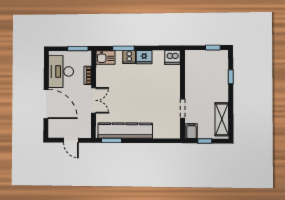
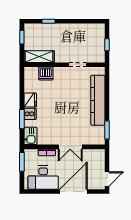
dishwasher: (172, 57) -> (46, 74), moved, turned 90
double door: (94, 100) -> (70, 147), swing flipped
shelving: (222, 119) -> (39, 57), moved
kitchen counter: (125, 131) -> (98, 100), moved
filing cabinet: (191, 131) -> (98, 57), removed
door: (71, 140) -> (107, 179), moved

